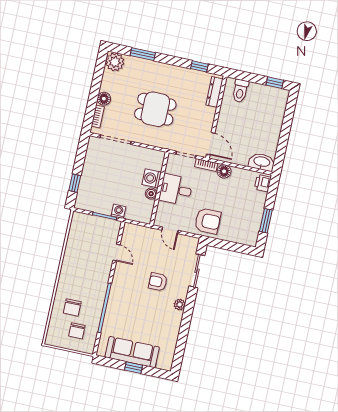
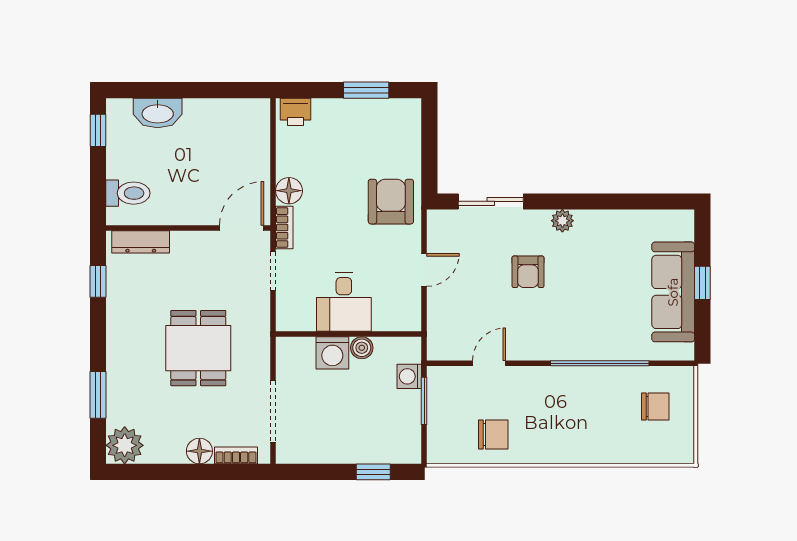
washbasin: (262, 162) -> (158, 113), moved, turned -90
washing machine: (152, 178) -> (332, 353), moved
wall: (159, 188) -> (349, 334), moved
desk: (176, 190) -> (344, 302), moved
boiler: (151, 194) -> (362, 348), moved
chair: (72, 307) -> (493, 434), moved

